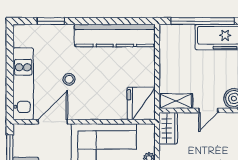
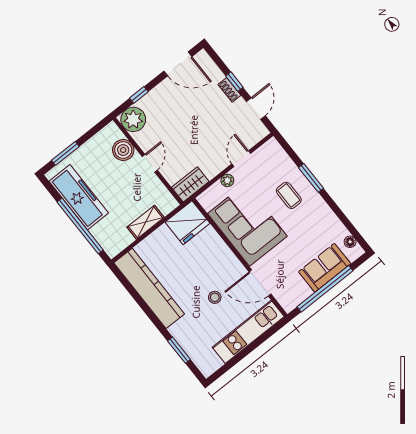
shelving: (176, 101) -> (145, 222), moved, turned 90
door: (208, 111) -> (150, 163), hinge flipped

